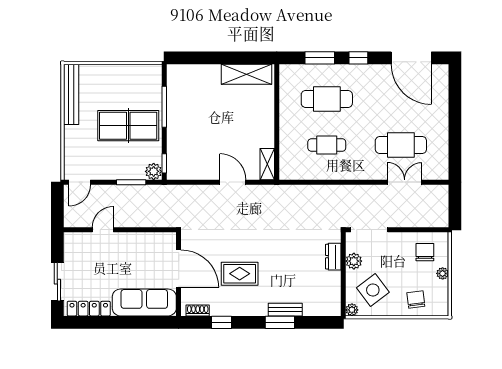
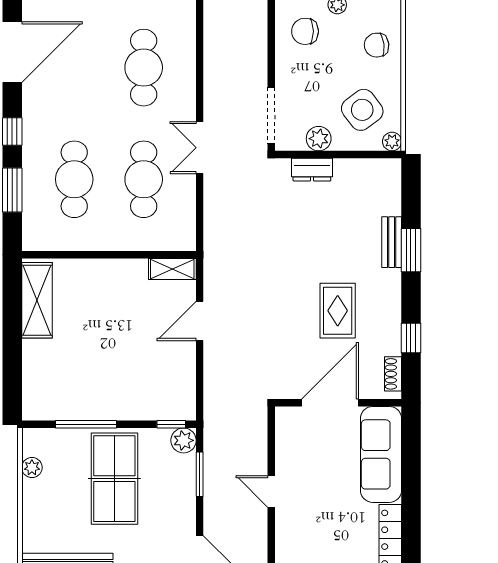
plant: (136, 71) -> (32, 468), added
cafe table: (327, 145) -> (144, 179), width x1.37, depth x1.35
double door: (405, 182) -> (200, 148), moved
door: (103, 230) -> (271, 491), moved

